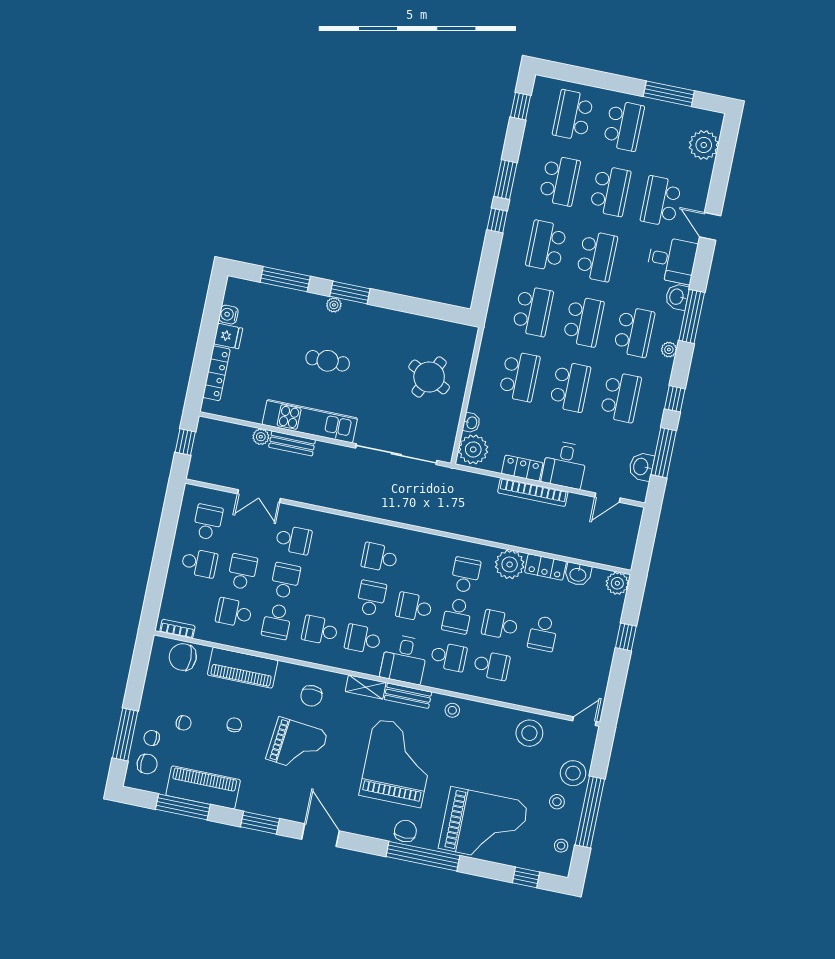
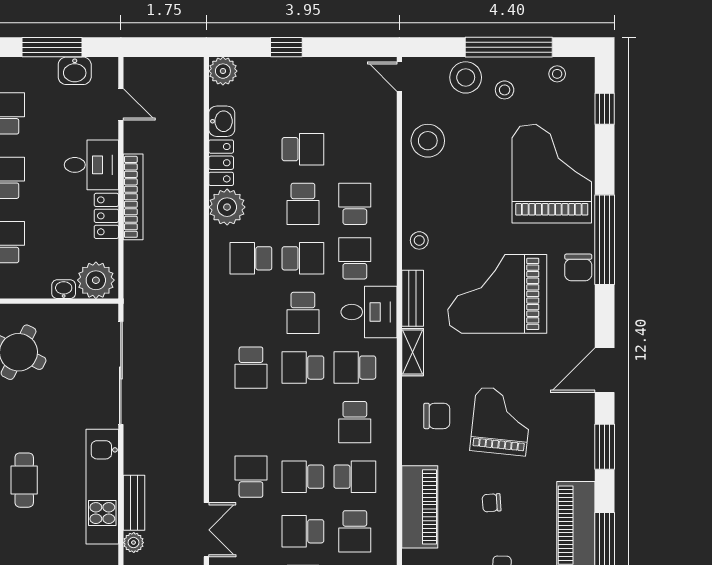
school desk: (363, 639) -> (355, 368), turned 90
chair: (405, 831) -> (578, 267), turned -90

